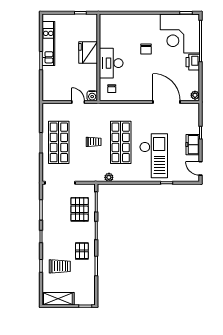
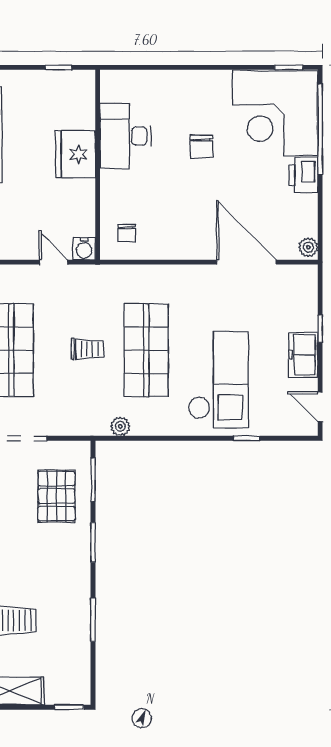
desk: (111, 63) -> (125, 136), moved
pallet: (82, 251) -> (62, 587), removed

